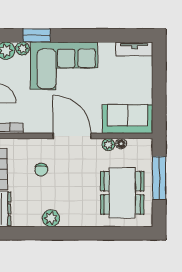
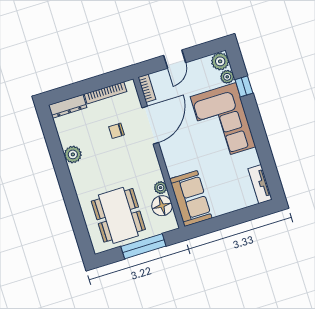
window: (37, 35) -> (244, 86), width x0.67
door: (72, 136) -> (150, 125), moved
floor lamp: (121, 144) -> (162, 206), width x1.89, depth x1.89
dining table: (122, 193) -> (118, 215), turned 90

